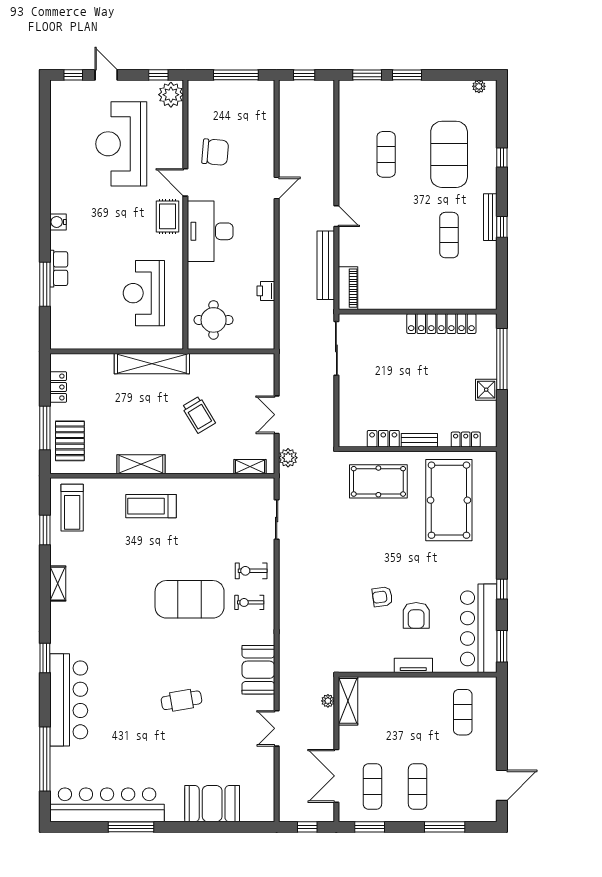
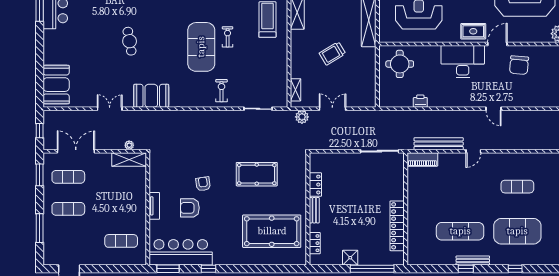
exercise mat: (449, 235) -> (460, 231), width x1.36, depth x1.45
pool table: (378, 481) -> (257, 174), moved, turned 90
exercise bike: (249, 602) -> (228, 37), moved
booth: (212, 804) -> (56, 85), moved

